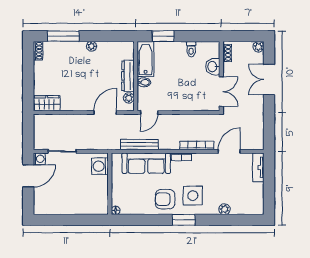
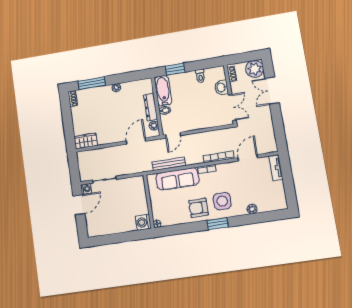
plant: (258, 47) -> (255, 69), width x1.88, depth x1.88
washing machine: (100, 166) -> (143, 222), moved

